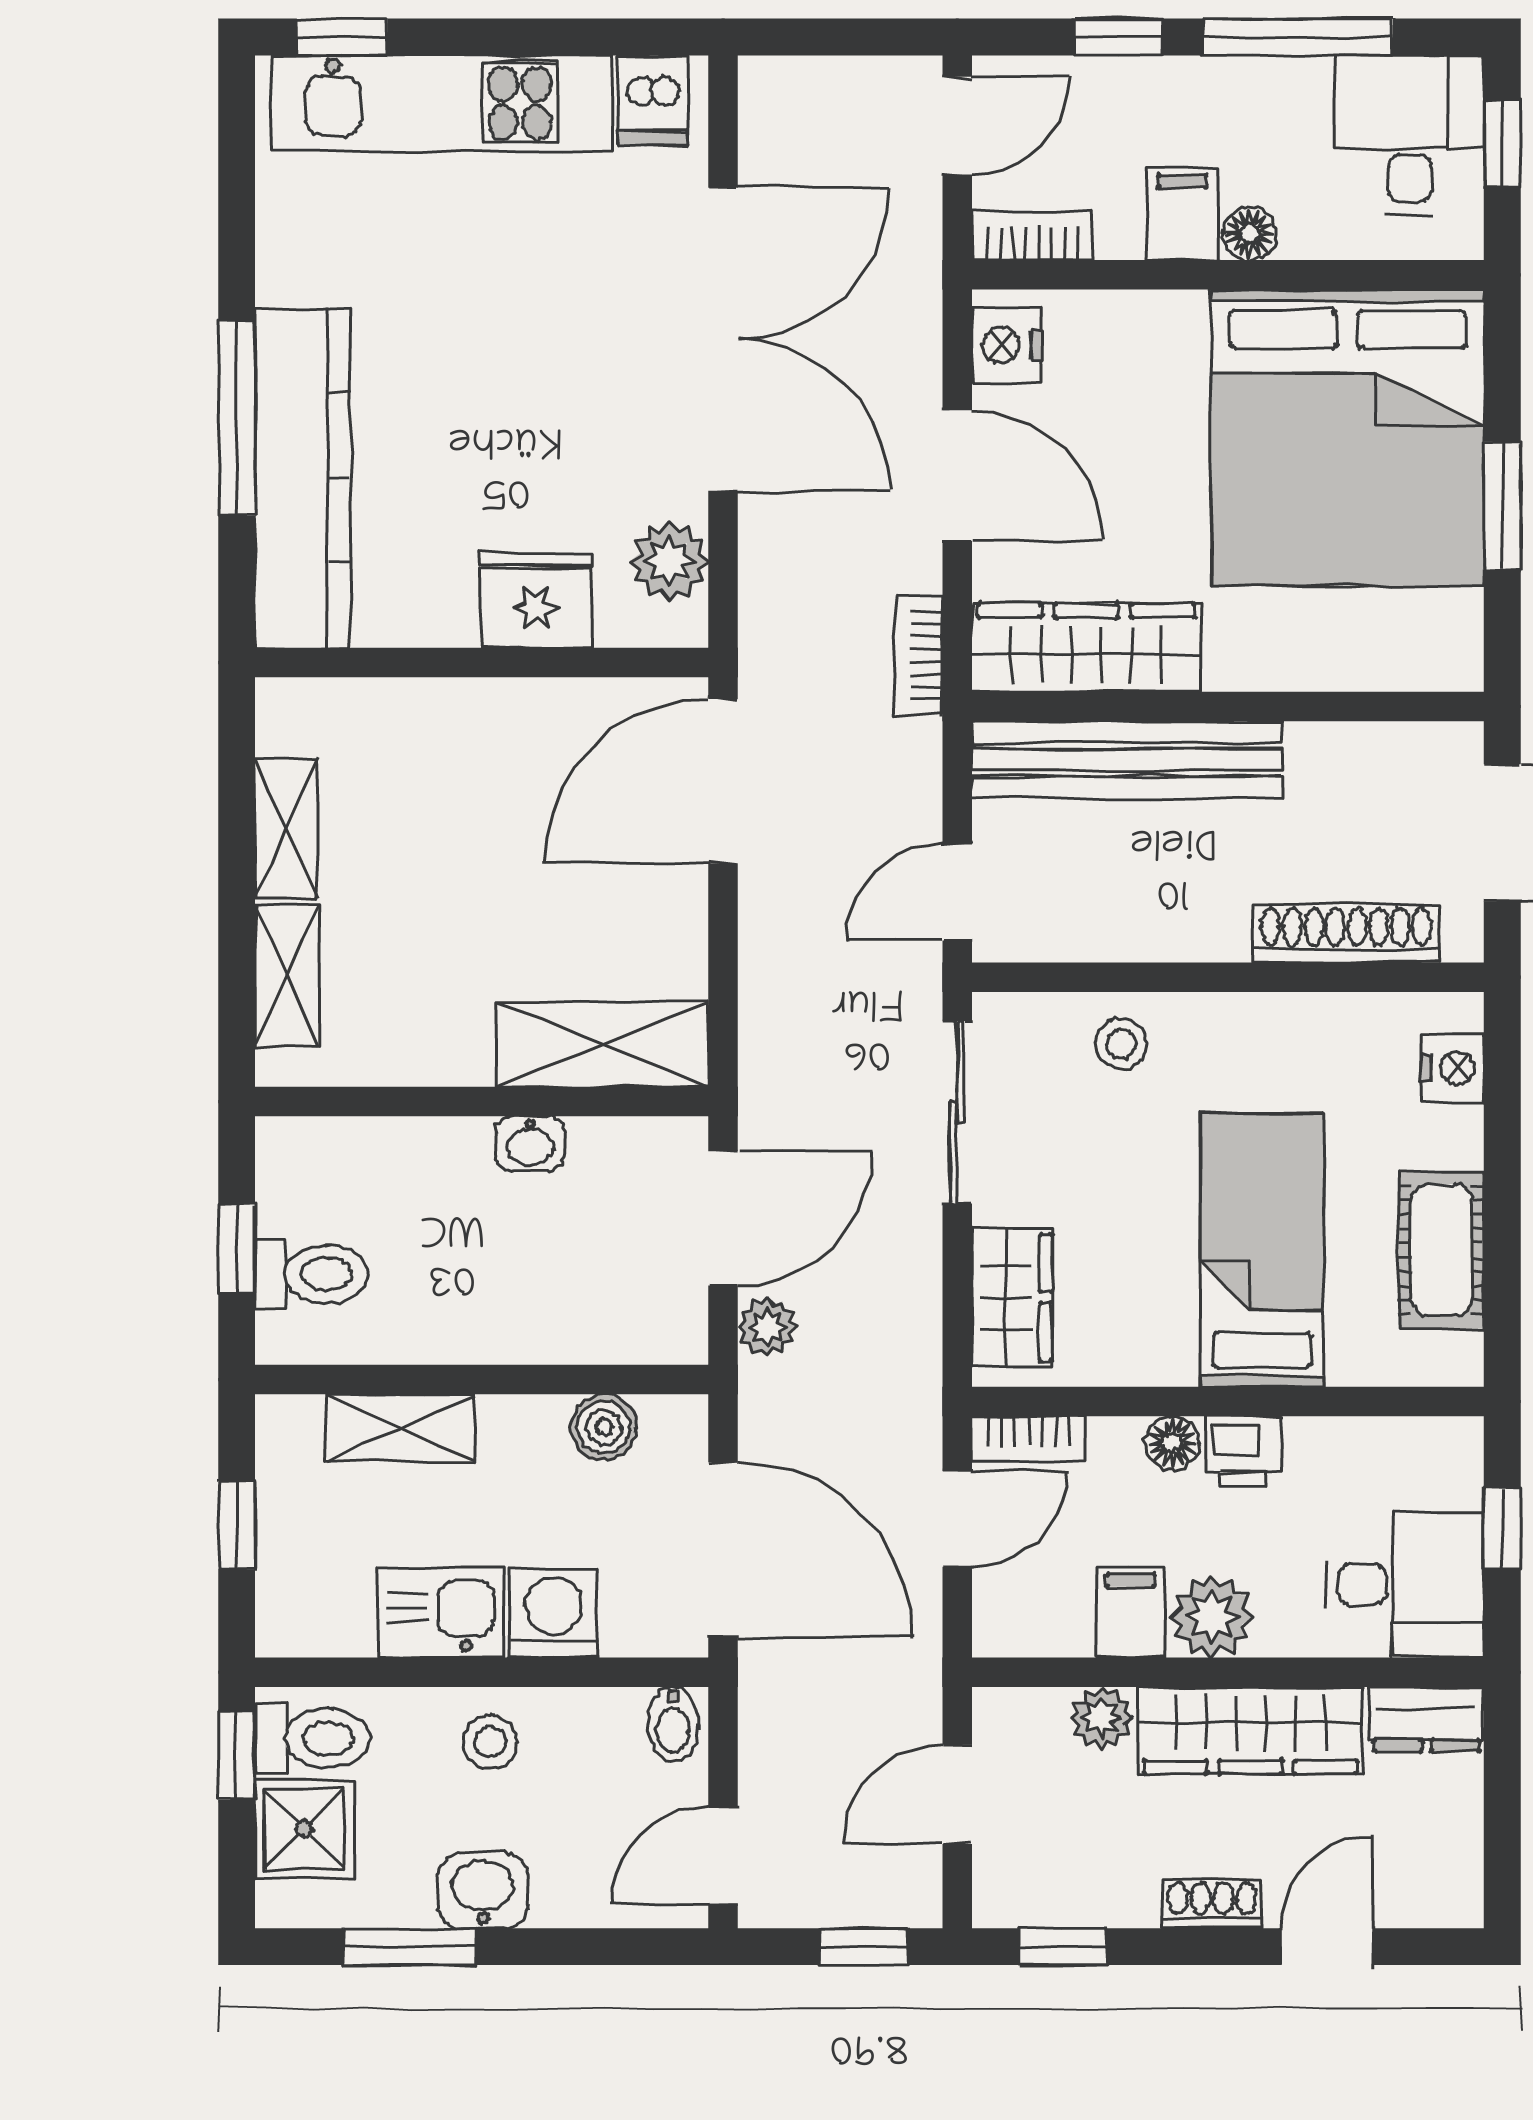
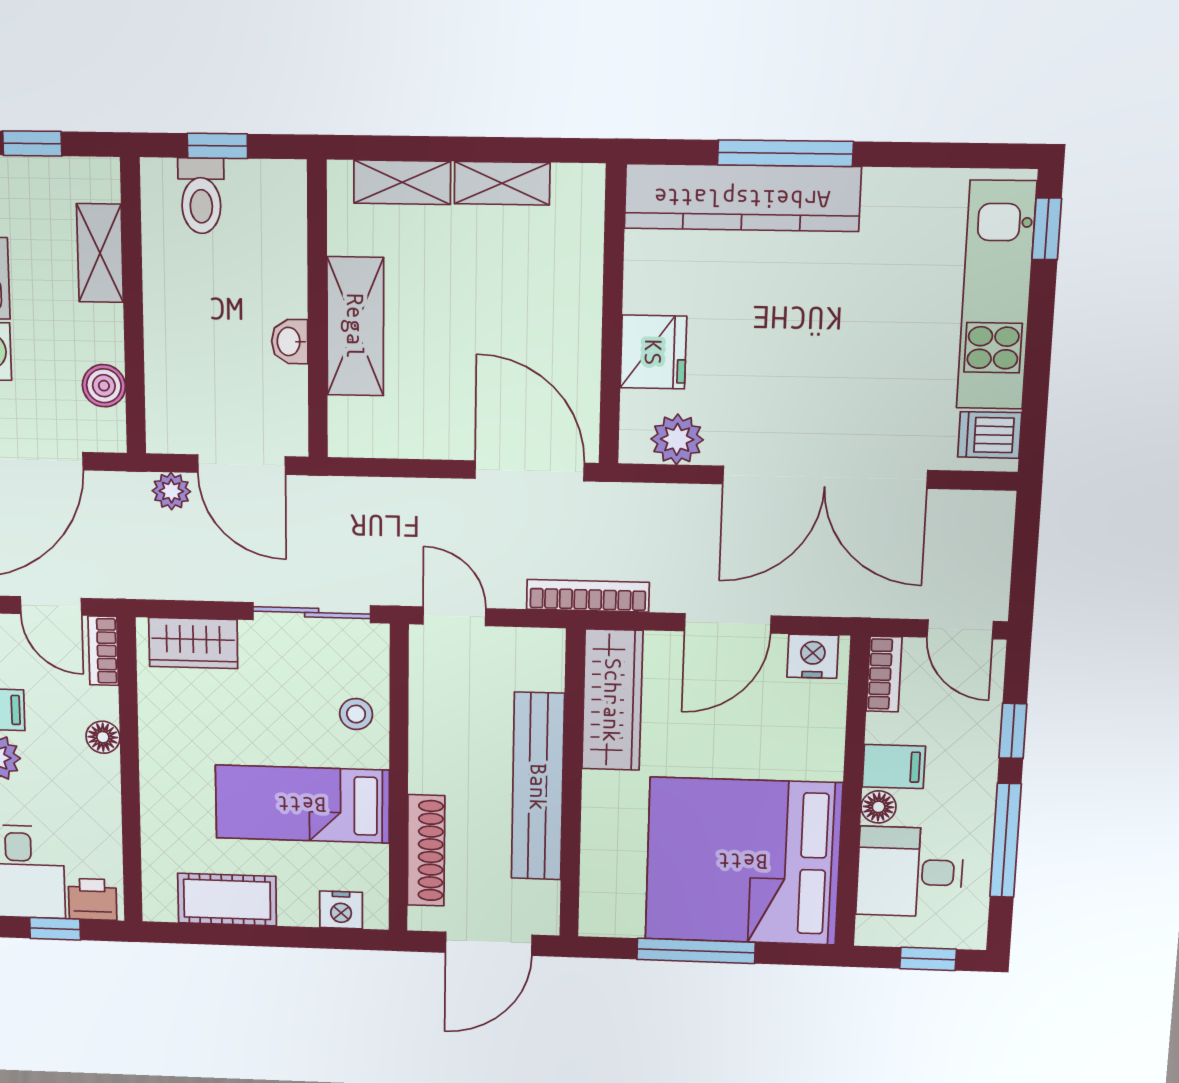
desk: (1410, 135) -> (910, 872), moved, turned 180
window: (1502, 506) -> (696, 951), width x1.44
bookcase: (919, 655) -> (588, 596), width x1.56
bench: (1127, 760) -> (538, 787), moved
shelving: (603, 1045) -> (355, 326), moved
bed: (1262, 1250) -> (302, 804), moved, turned 180
printer: (1243, 1451) -> (93, 899), moved, turned 90

